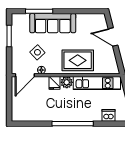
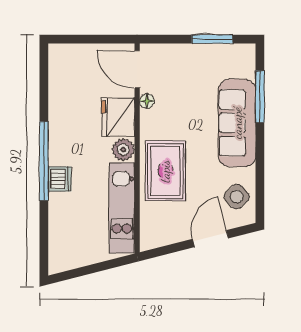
side table: (37, 52) -> (237, 197), moved
fridge: (55, 83) -> (118, 117), width x1.88, depth x1.34
dishwasher: (109, 115) -> (60, 179), moved

